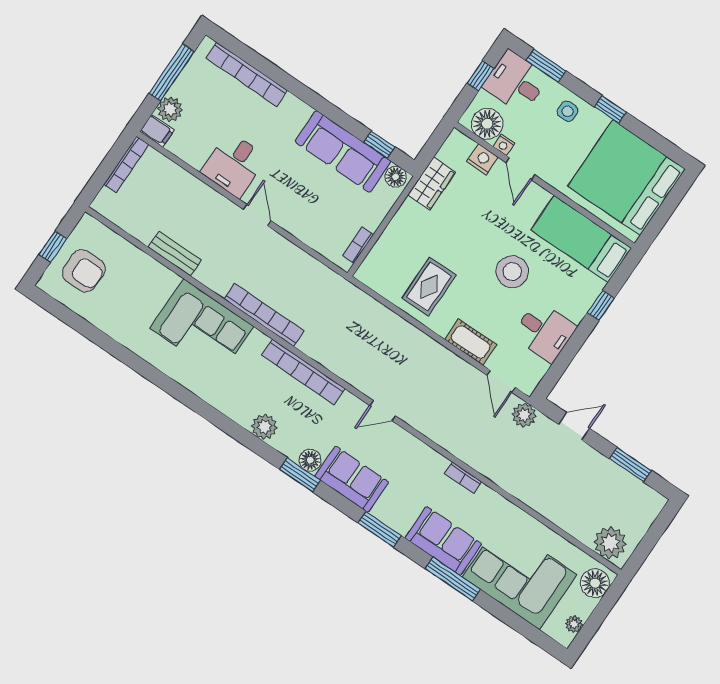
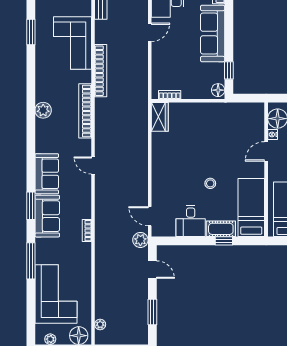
sofa: (343, 151) -> (213, 34), moved
nightstand: (482, 159) -> (258, 129), removed
wardrobe: (432, 183) -> (160, 117), moved, turned -90
stool: (512, 272) -> (210, 183), width x0.53, depth x0.53
rug: (429, 287) -> (173, 146), removed
cot: (471, 342) -> (221, 229), moved, turned 90
door: (501, 381) -> (150, 216), hinge flipped
floor lamp: (310, 460) -> (42, 146), removed
window: (300, 475) -> (31, 32), moved
sofa: (443, 541) -> (47, 216), moved
plant: (610, 543) -> (100, 324), width x0.53, depth x0.53

